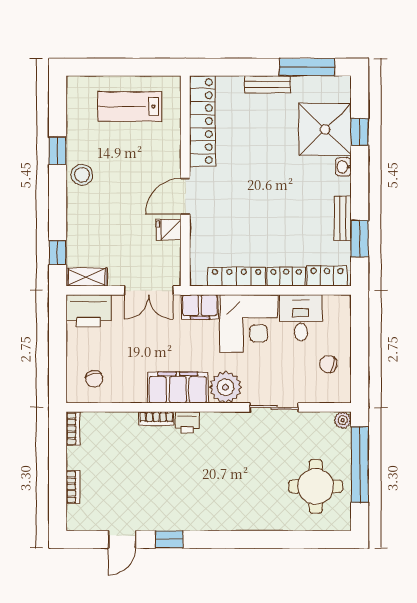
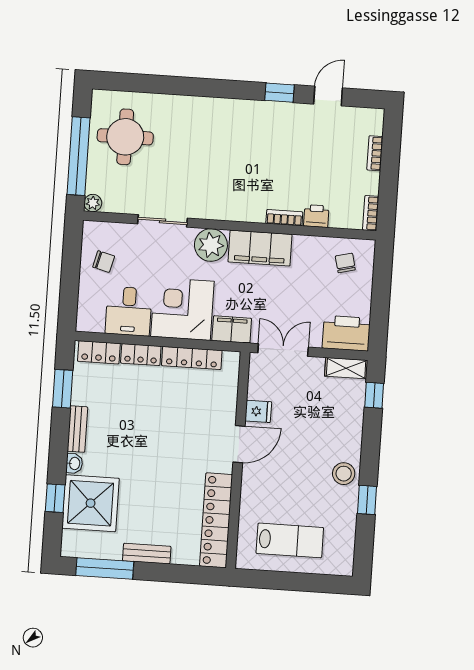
bench: (343, 218) -> (77, 429), moved
printer: (187, 422) -> (316, 216), moved

